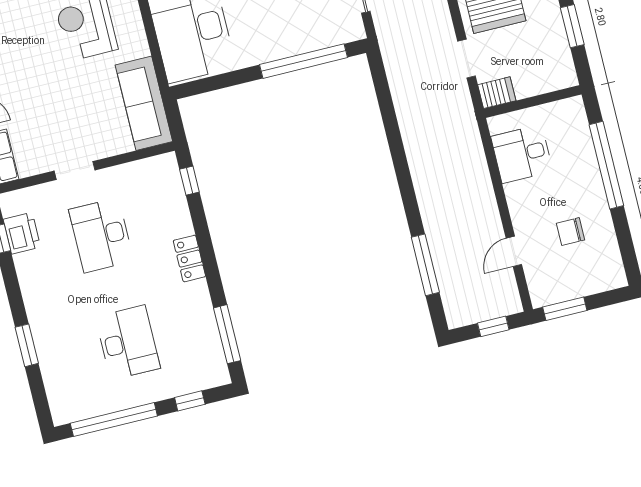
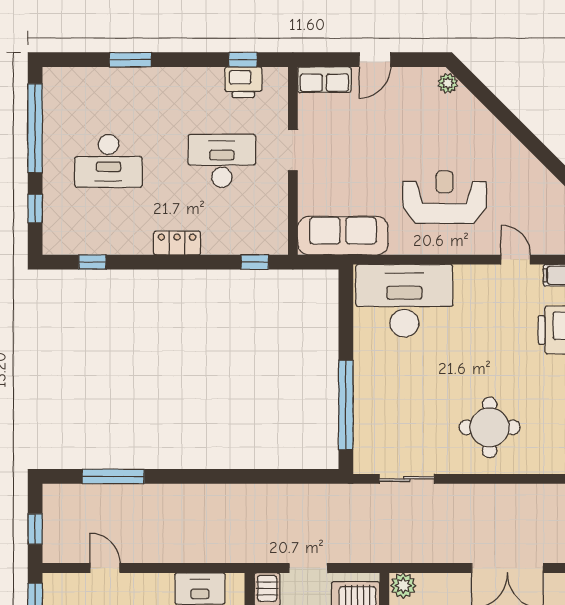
window: (227, 334) -> (92, 262), width x0.46

